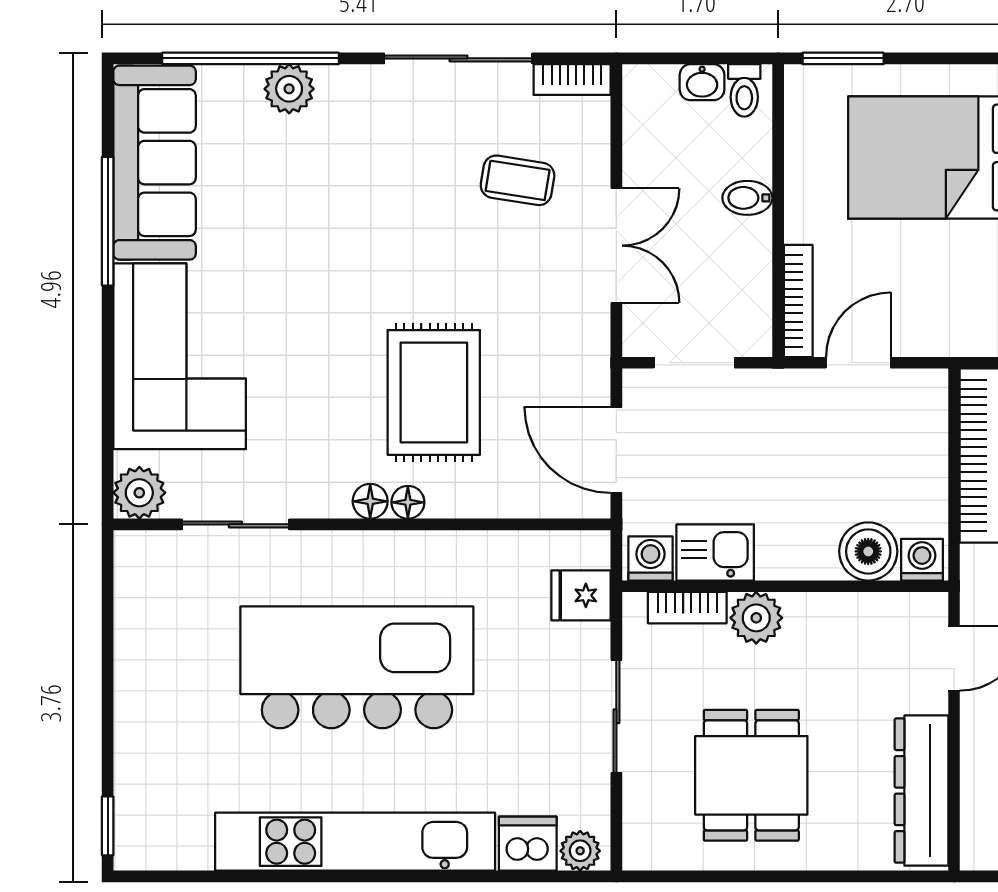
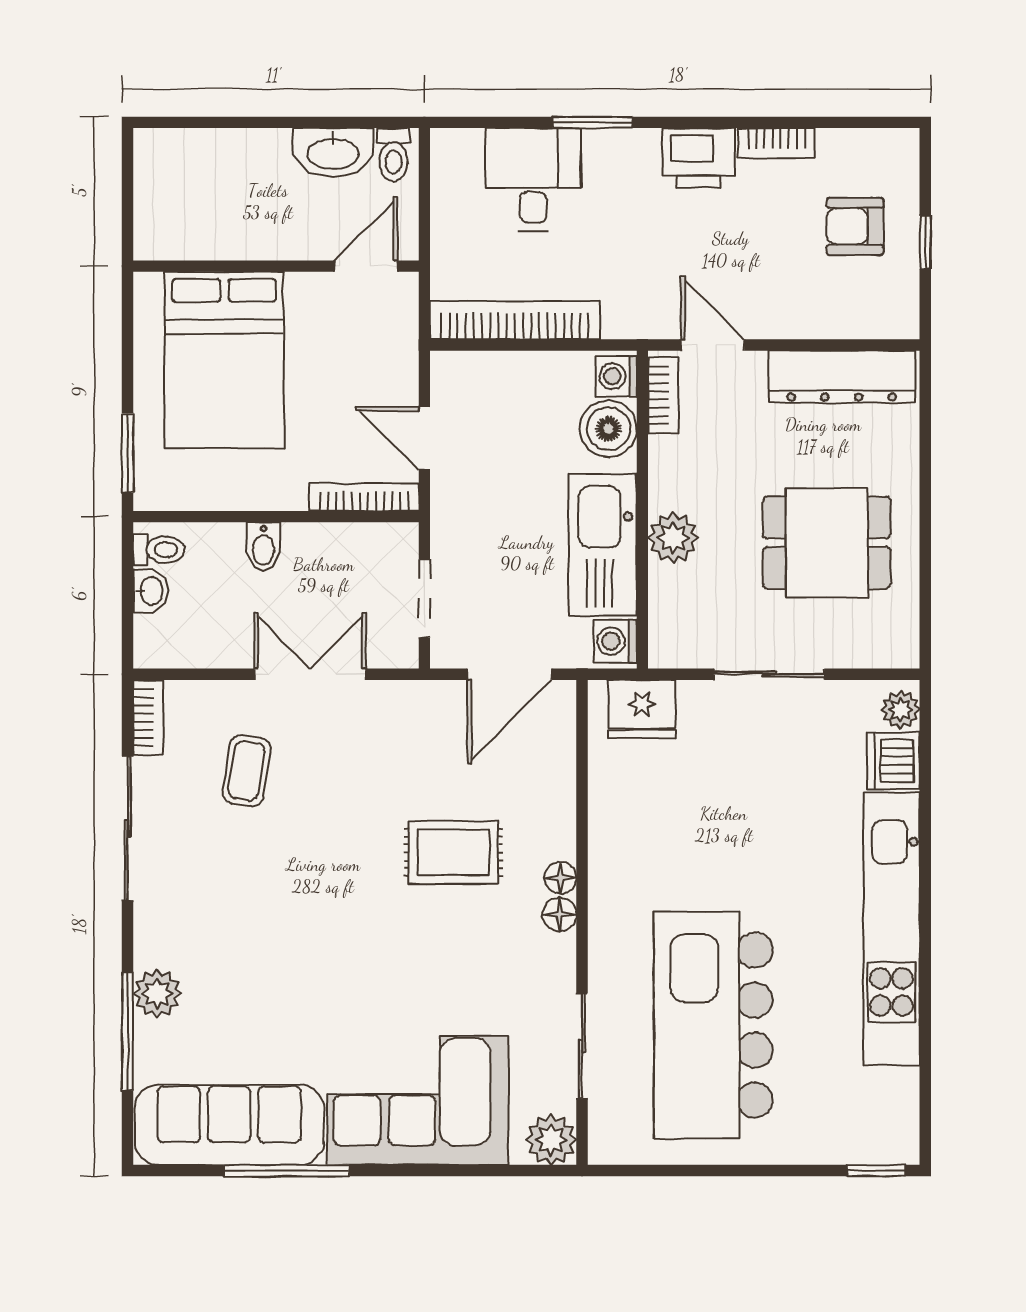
window: (251, 58) -> (128, 1031), width x0.68
rug: (434, 392) -> (453, 852), width x0.73, depth x0.70
kitchen sink: (715, 552) -> (603, 545), width x1.87, depth x1.24
fridge: (581, 595) -> (642, 709), width x1.38
bookcase: (687, 608) -> (663, 395), moved
kitchen island: (357, 667) -> (713, 1025), moved

